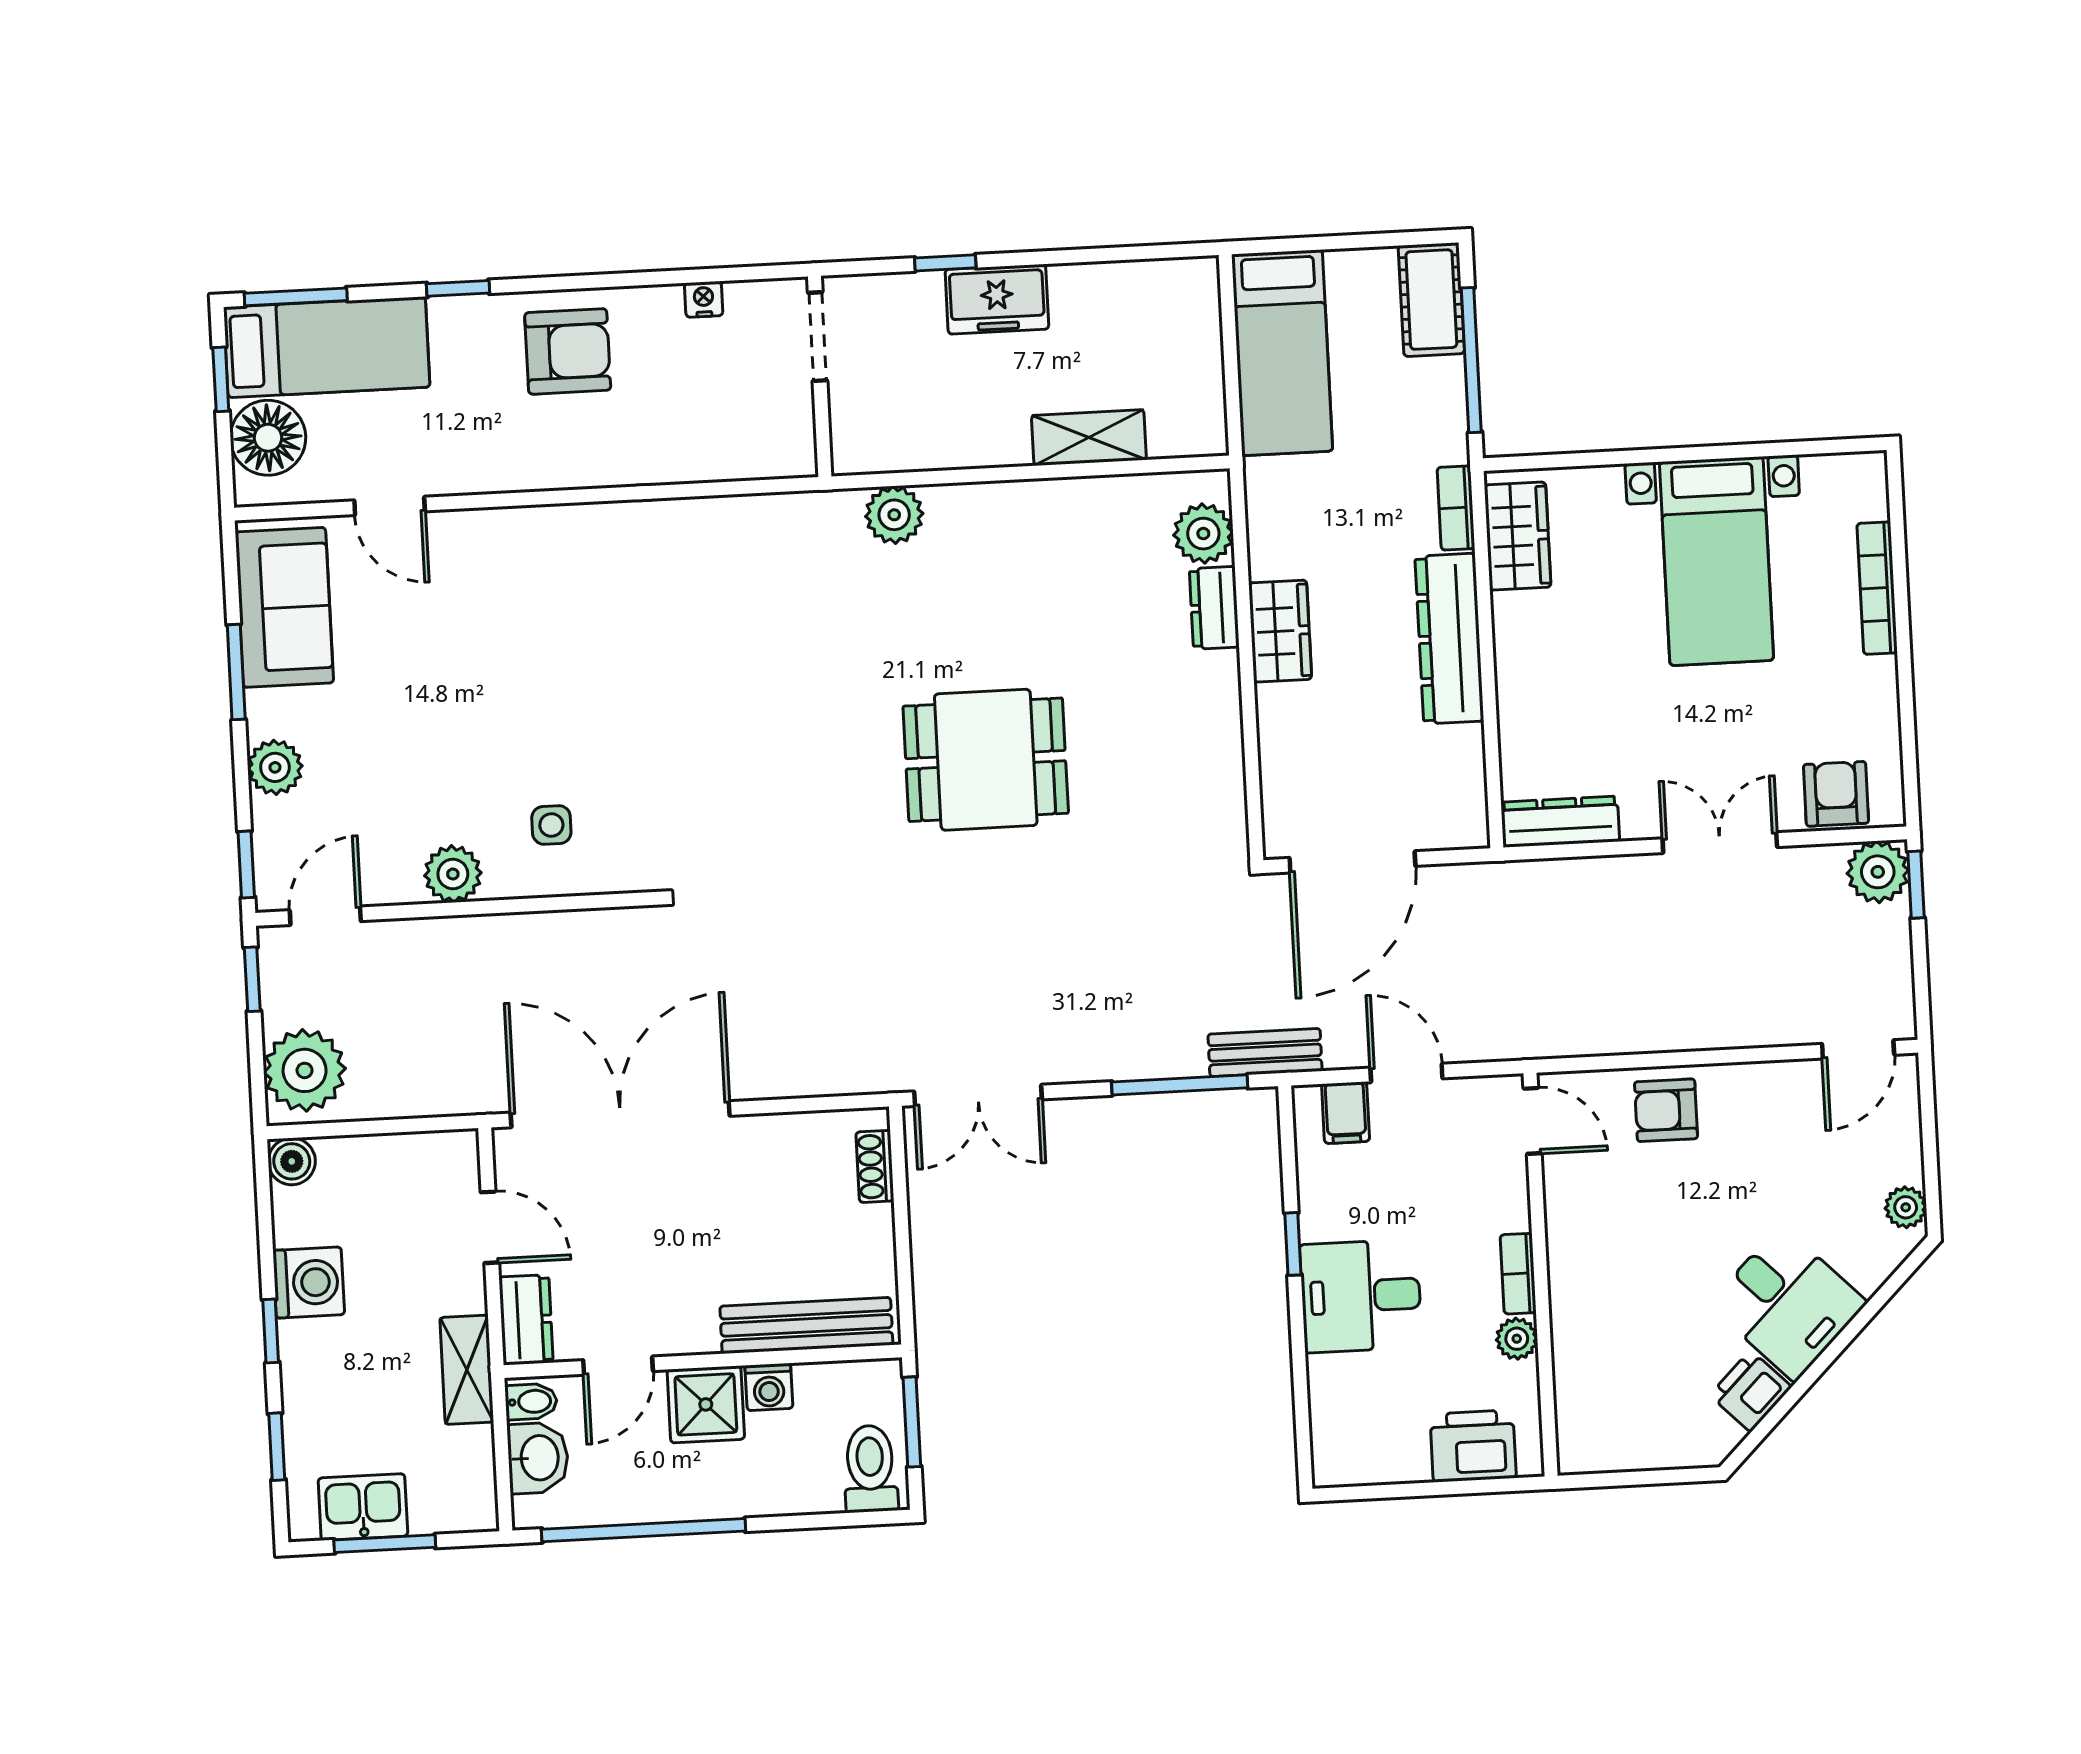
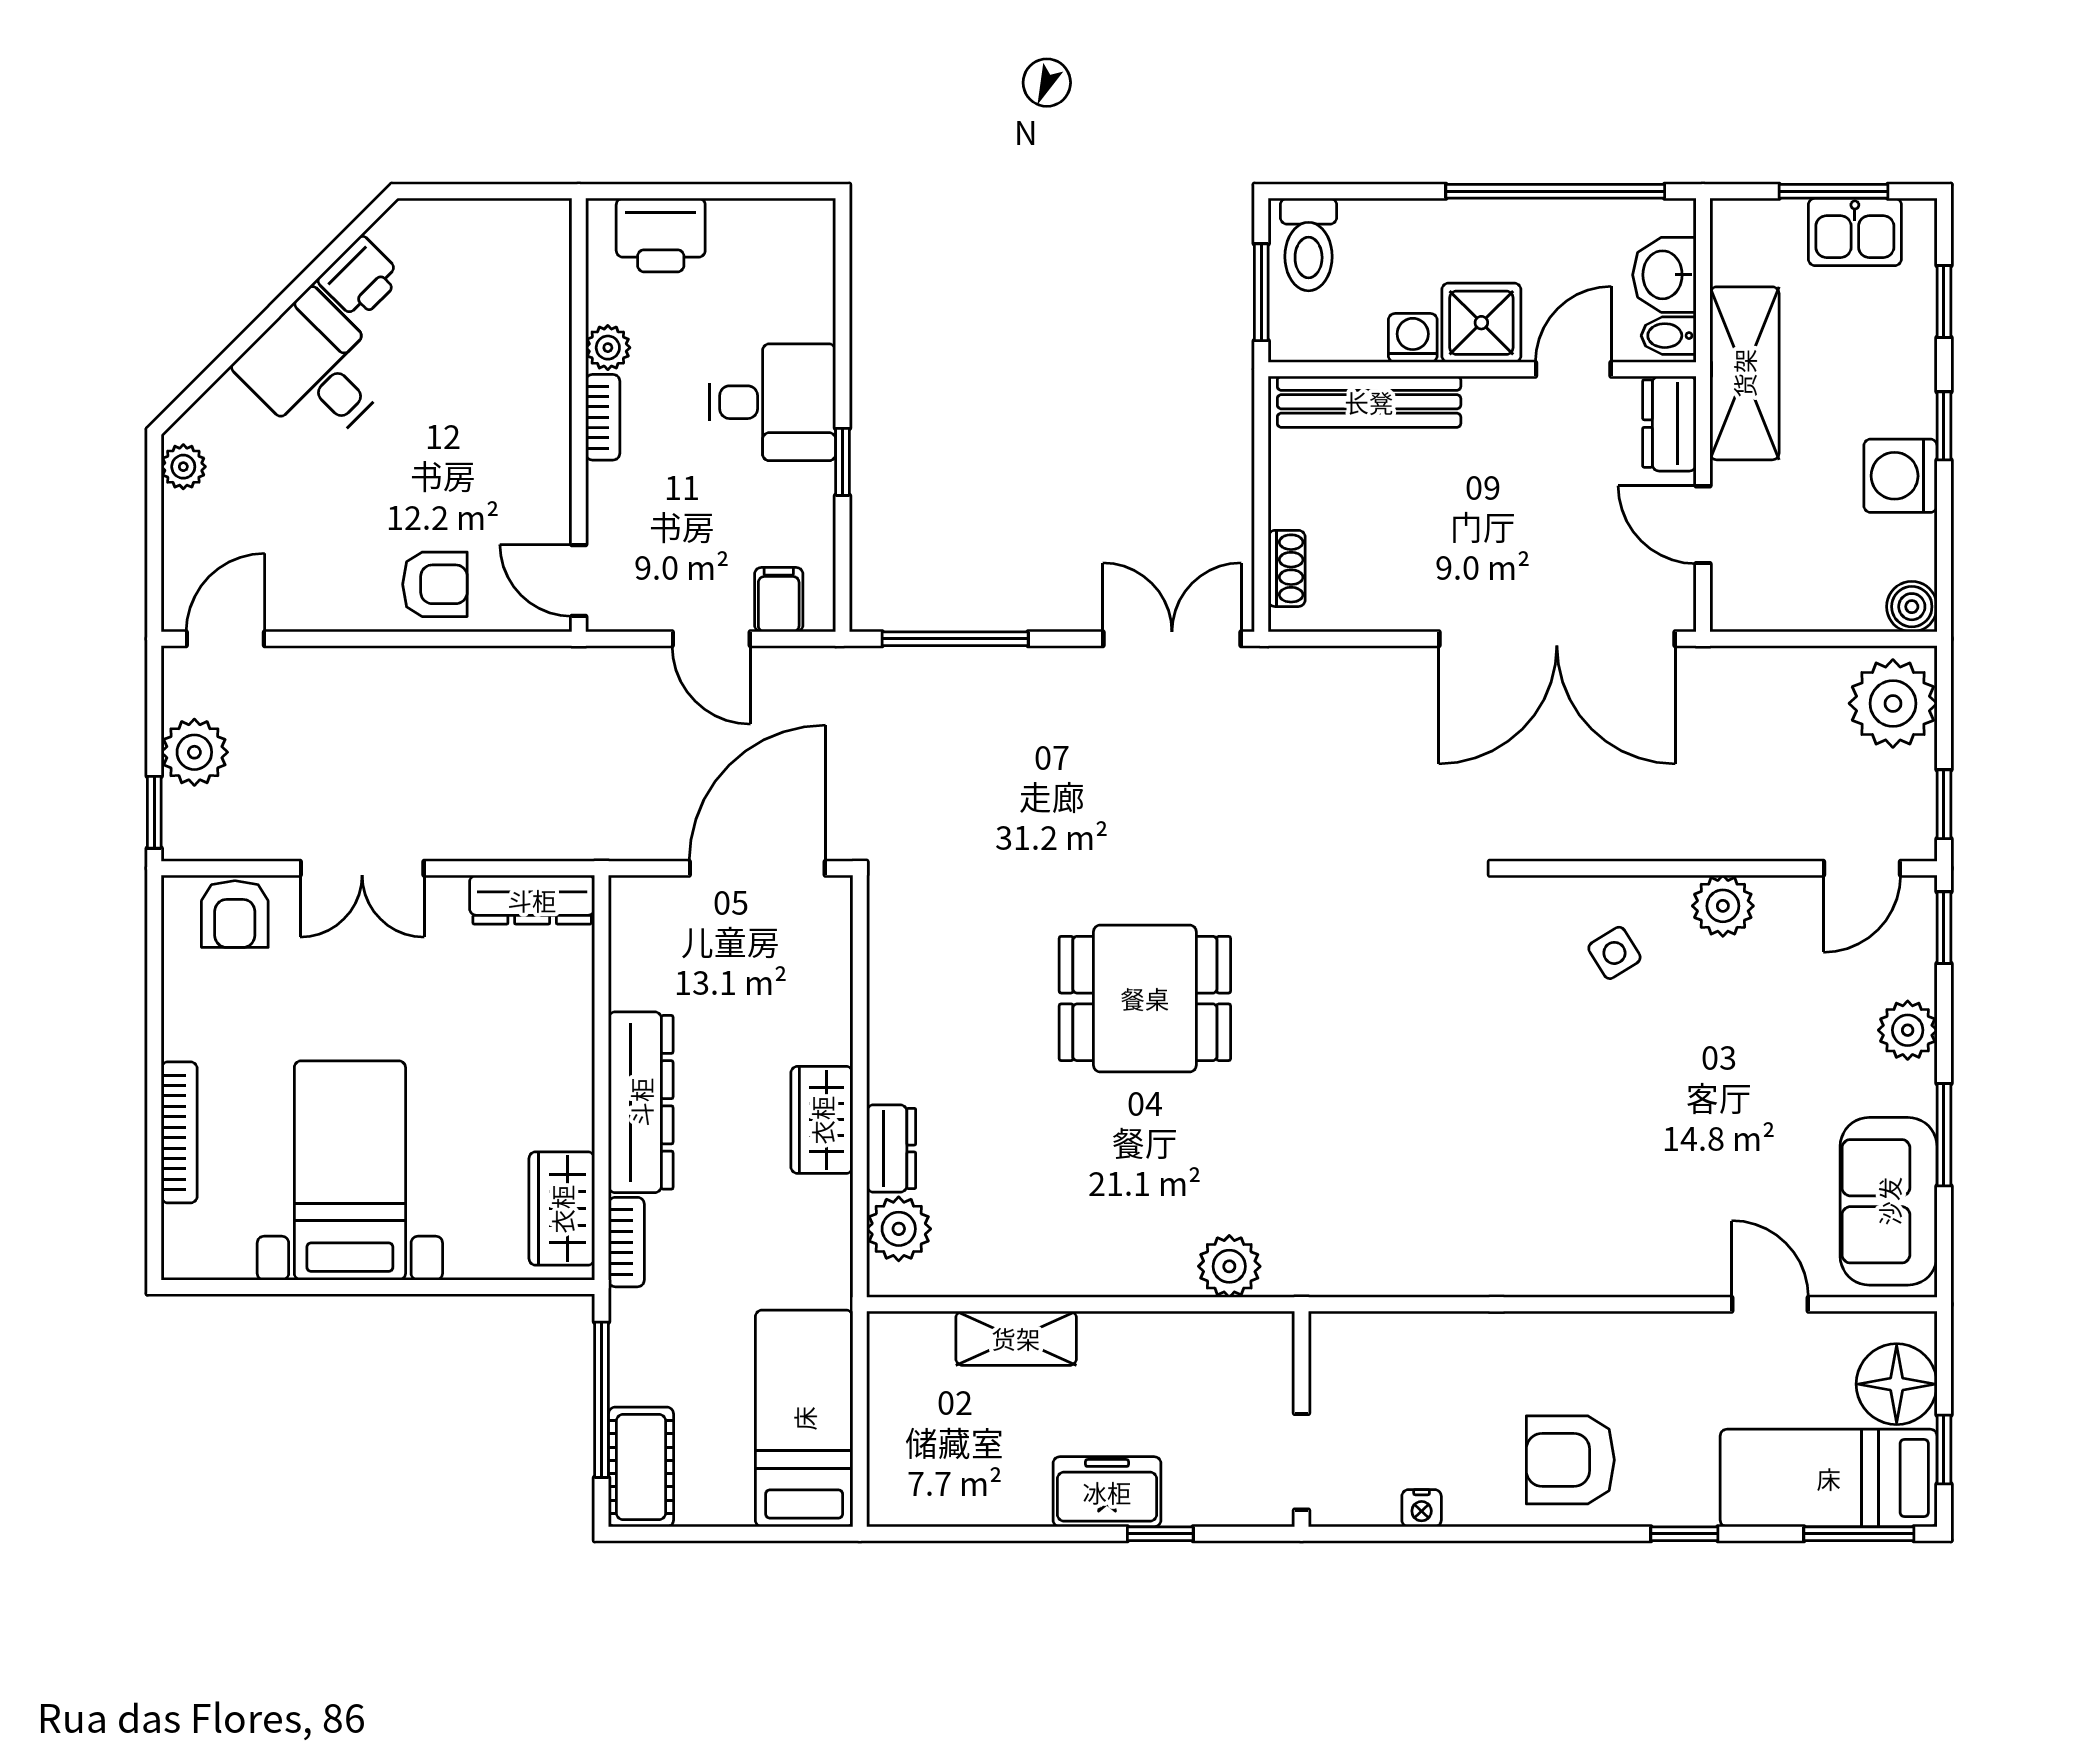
side table: (551, 825) -> (1614, 953), turned -32
plant: (1878, 872) -> (194, 752), moved
bench: (1265, 1053) -> (862, 669), removed
shelving: (467, 1370) -> (1744, 373), width x1.50, depth x1.33

